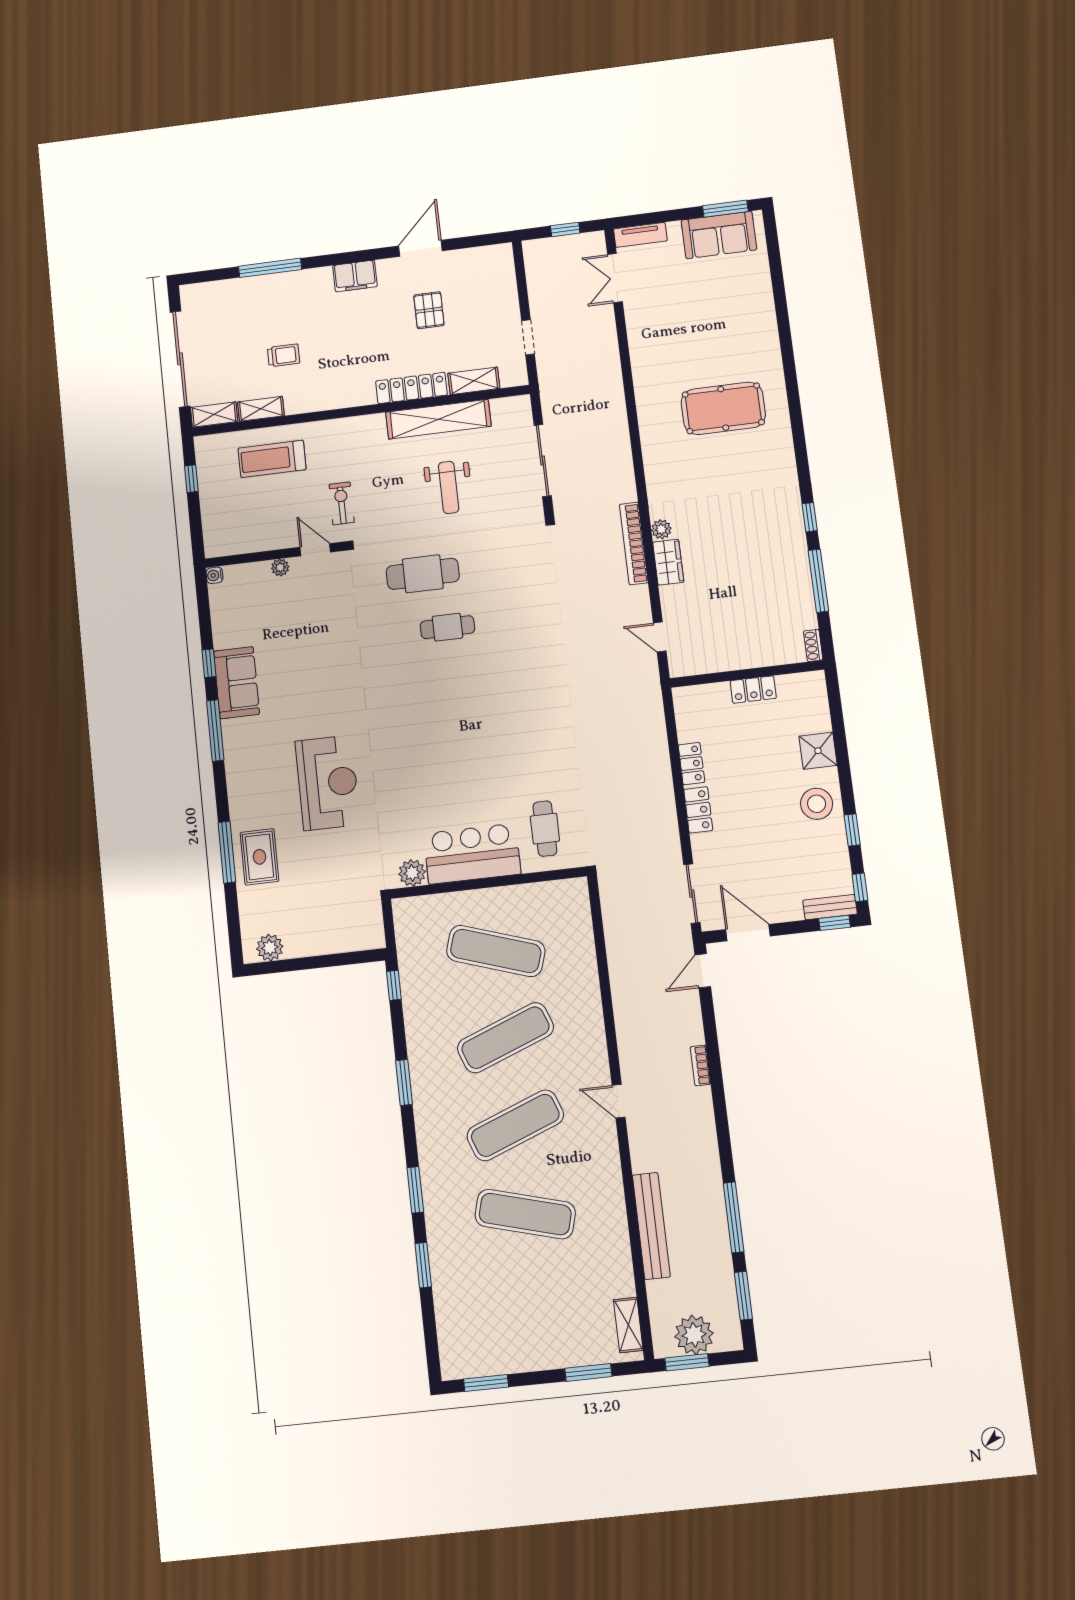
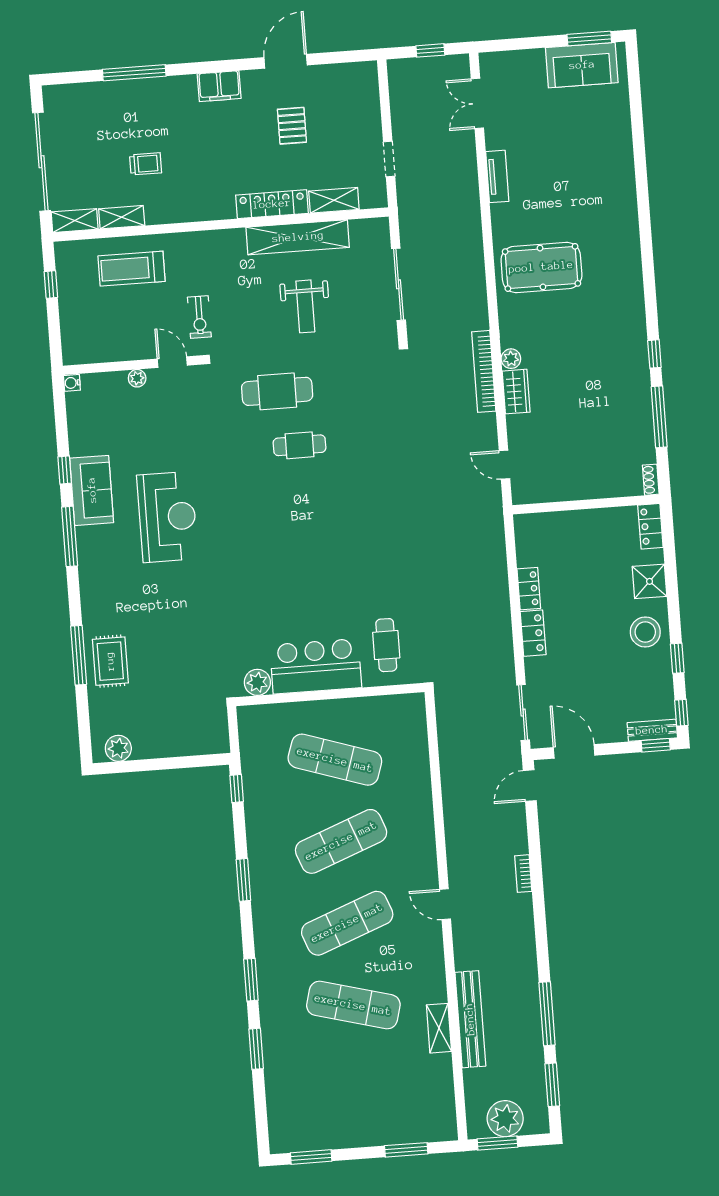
tv unit: (640, 235) -> (497, 176), moved, turned -90
pool table: (723, 408) -> (541, 267), moved
exercise bike: (342, 503) -> (199, 317), turned 180
locker: (753, 690) -> (650, 526), moved, turned 90
reception desk: (328, 783) -> (167, 517), moved
shelving: (628, 1325) -> (439, 1028), moved

